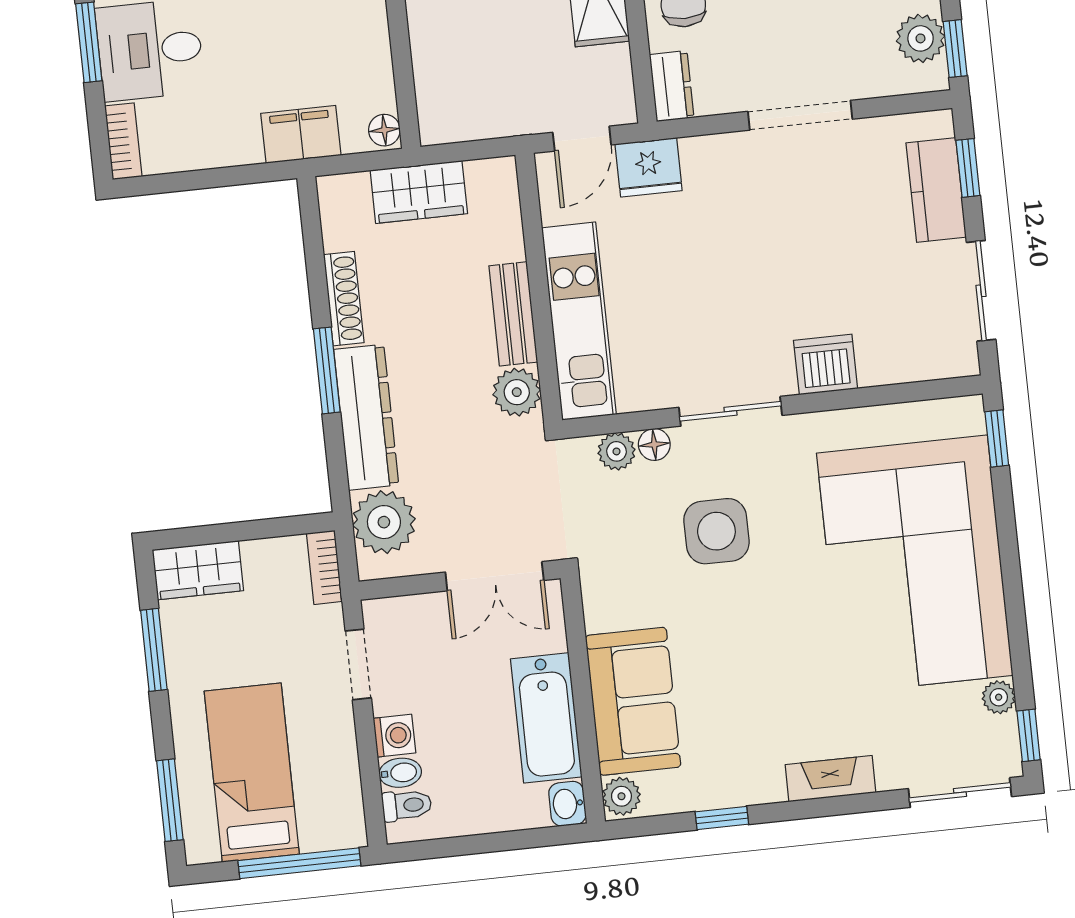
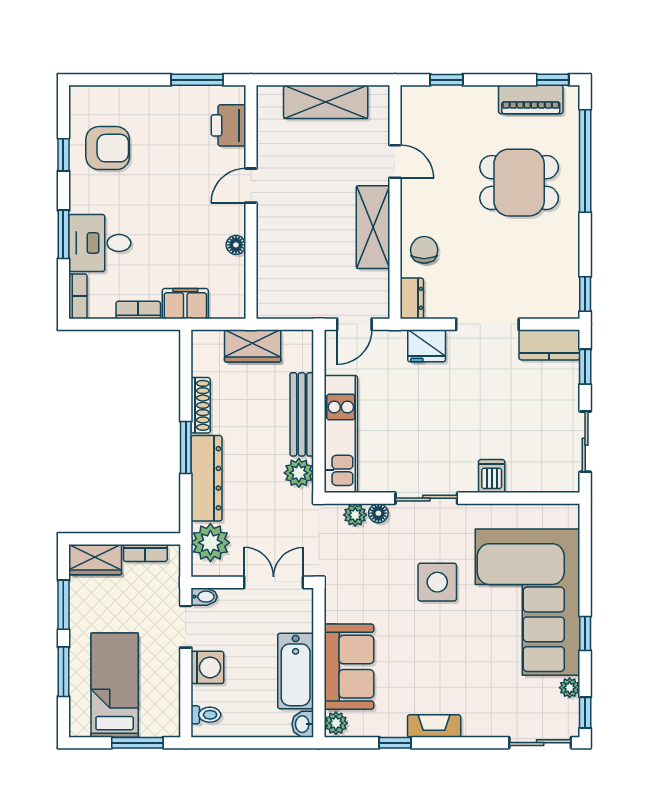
plant: (921, 38) -> (565, 286), removed
floor lamp: (384, 130) -> (236, 245), moved
bookcase: (225, 153) -> (138, 310), added
fridge: (649, 167) -> (427, 346), moved
kitchen counter: (936, 190) -> (549, 345), moved, turned -90
bench: (513, 314) -> (302, 414), width x1.36
dishwasher: (826, 364) -> (492, 476), width x0.73
window: (997, 438) -> (585, 633), moved
side table: (716, 531) -> (437, 582), moved
bookcase: (324, 567) -> (145, 553), moved, turned -90
double door: (495, 576) -> (274, 582), swing flipped
washing machine: (394, 736) -> (207, 667), width x1.38, depth x1.38
bidet: (400, 773) -> (204, 597), moved
fireplace: (830, 779) -> (434, 726), moved
window: (170, 800) -> (63, 672), moved
window: (299, 863) -> (137, 743), width x0.69

